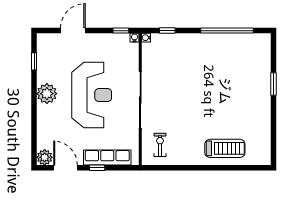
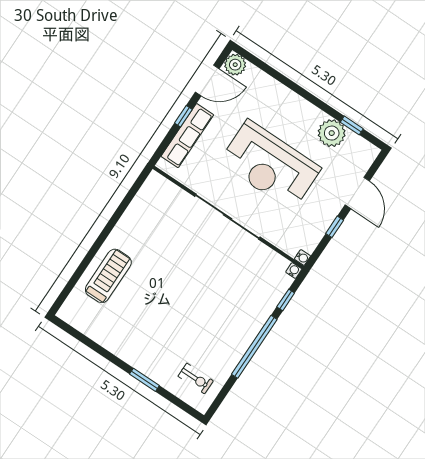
window: (121, 31) -> (335, 227), moved
window: (227, 31) -> (254, 347), moved
plant: (47, 94) -> (332, 133), moved
exercise bike: (160, 145) -> (196, 378), moved
treadmill: (225, 148) -> (108, 276), turned 180

